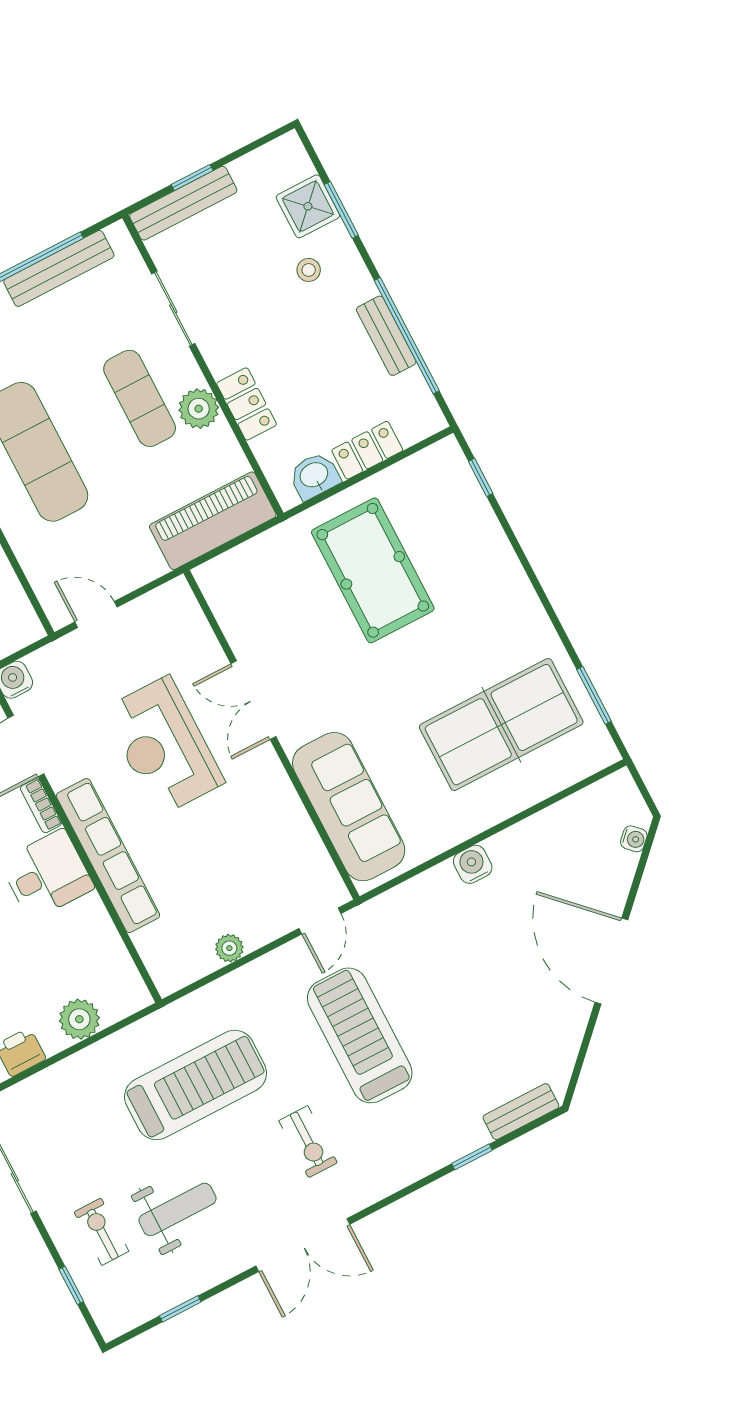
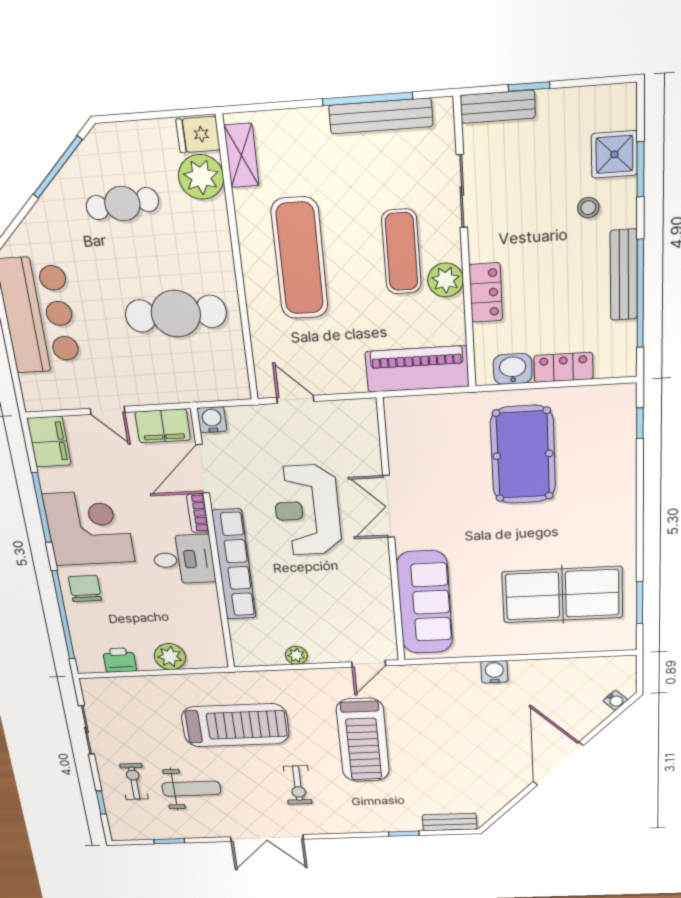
bench: (183, 203) -> (498, 107), width x0.73
bench: (386, 336) -> (624, 275), width x1.36
treadmill: (360, 1035) -> (363, 740), turned 180

